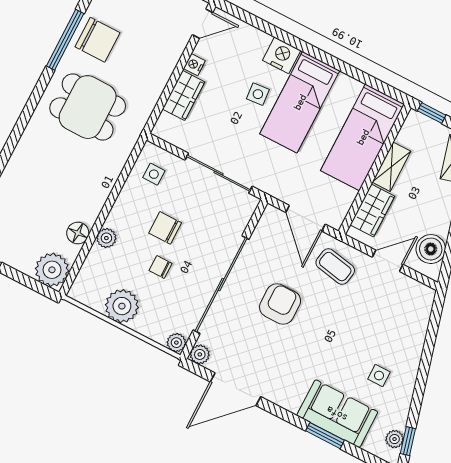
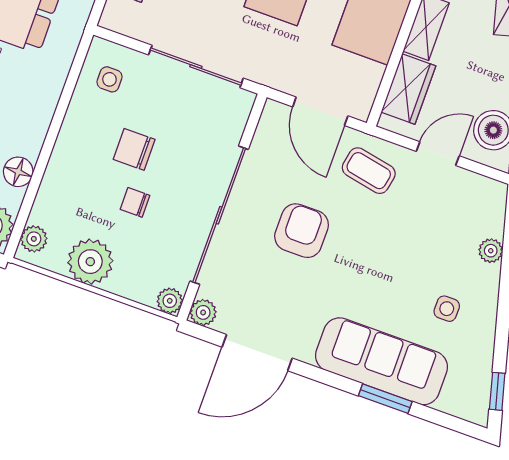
plant: (106, 238) -> (34, 239), moved
sofa: (337, 414) -> (381, 361), width x1.36
plant: (395, 439) -> (491, 251), moved

